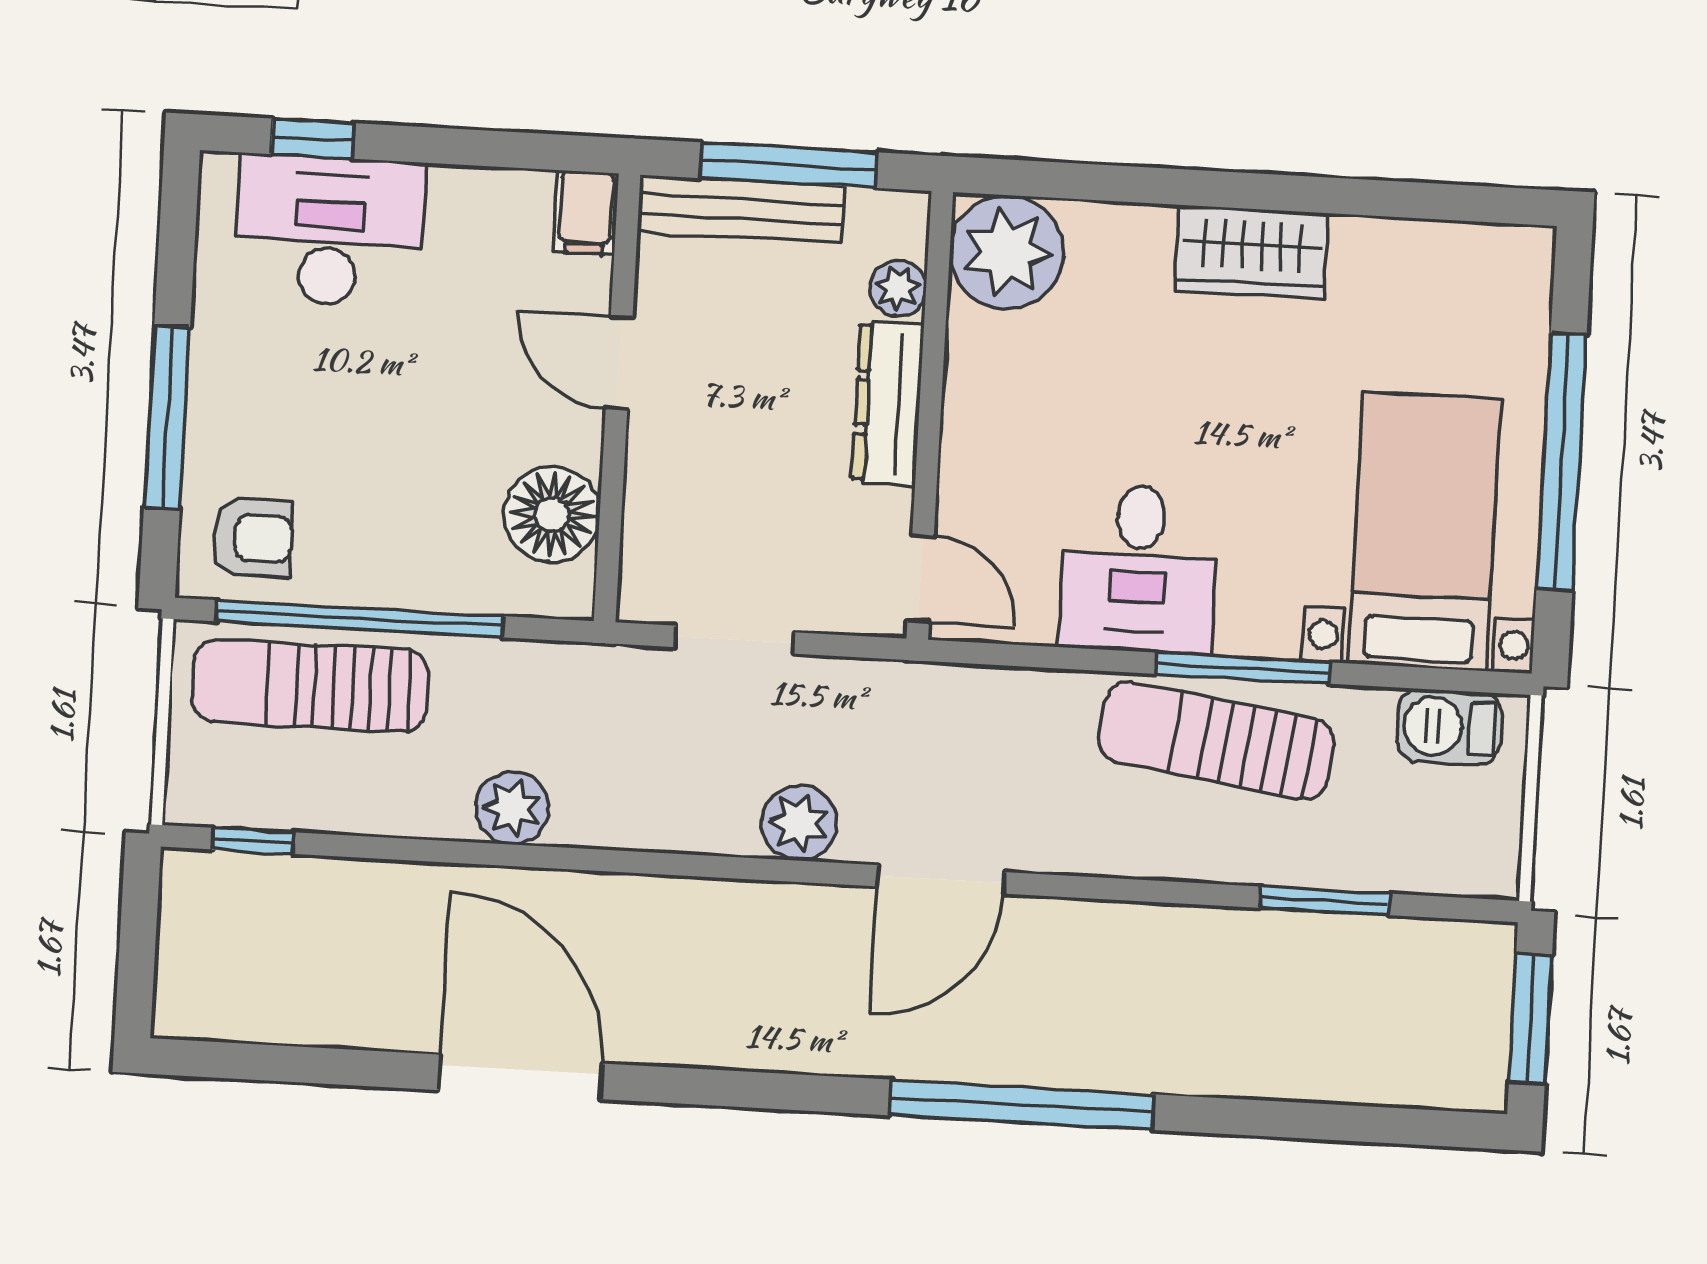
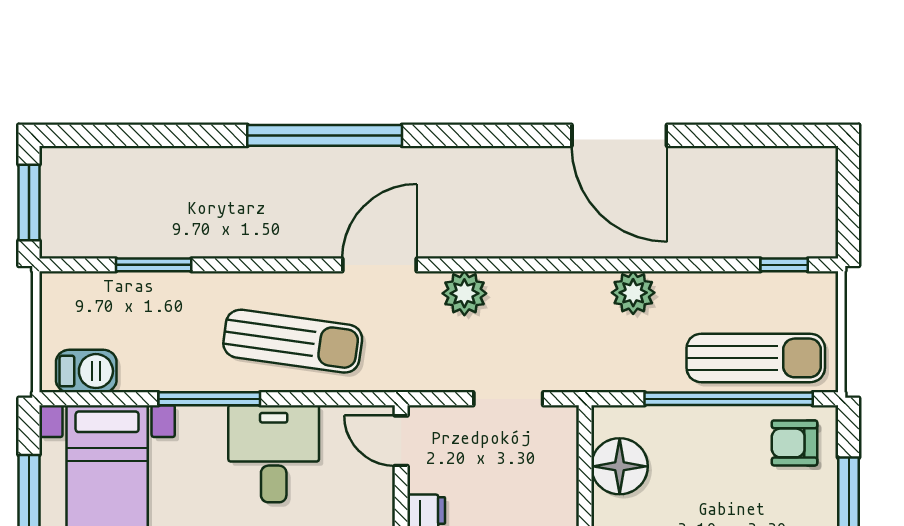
sun lounger: (1216, 741) -> (293, 341), moved

